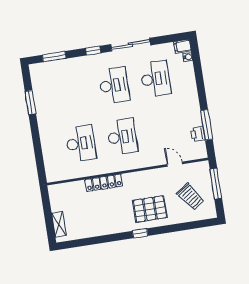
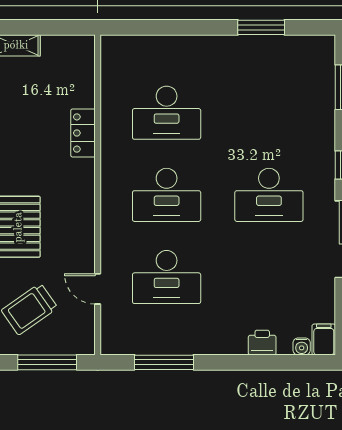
desk: (155, 79) -> (167, 277), moved
printer: (198, 134) -> (262, 343), moved
door: (175, 164) -> (98, 289), swing flipped
locker: (104, 183) -> (83, 133), width x0.66

